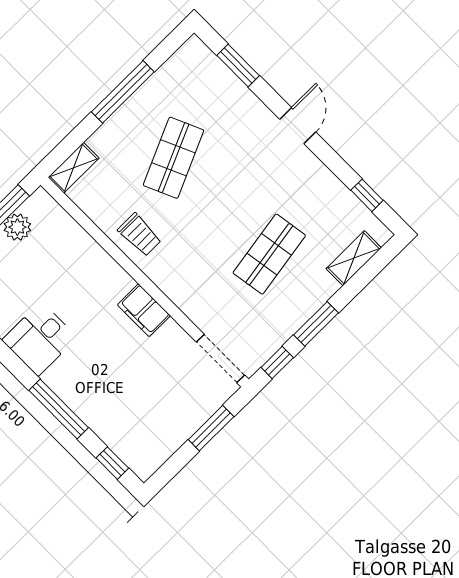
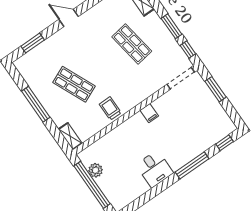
trolley: (140, 235) -> (110, 108), turned -90
filing cabinet: (144, 310) -> (149, 113), width x0.50

